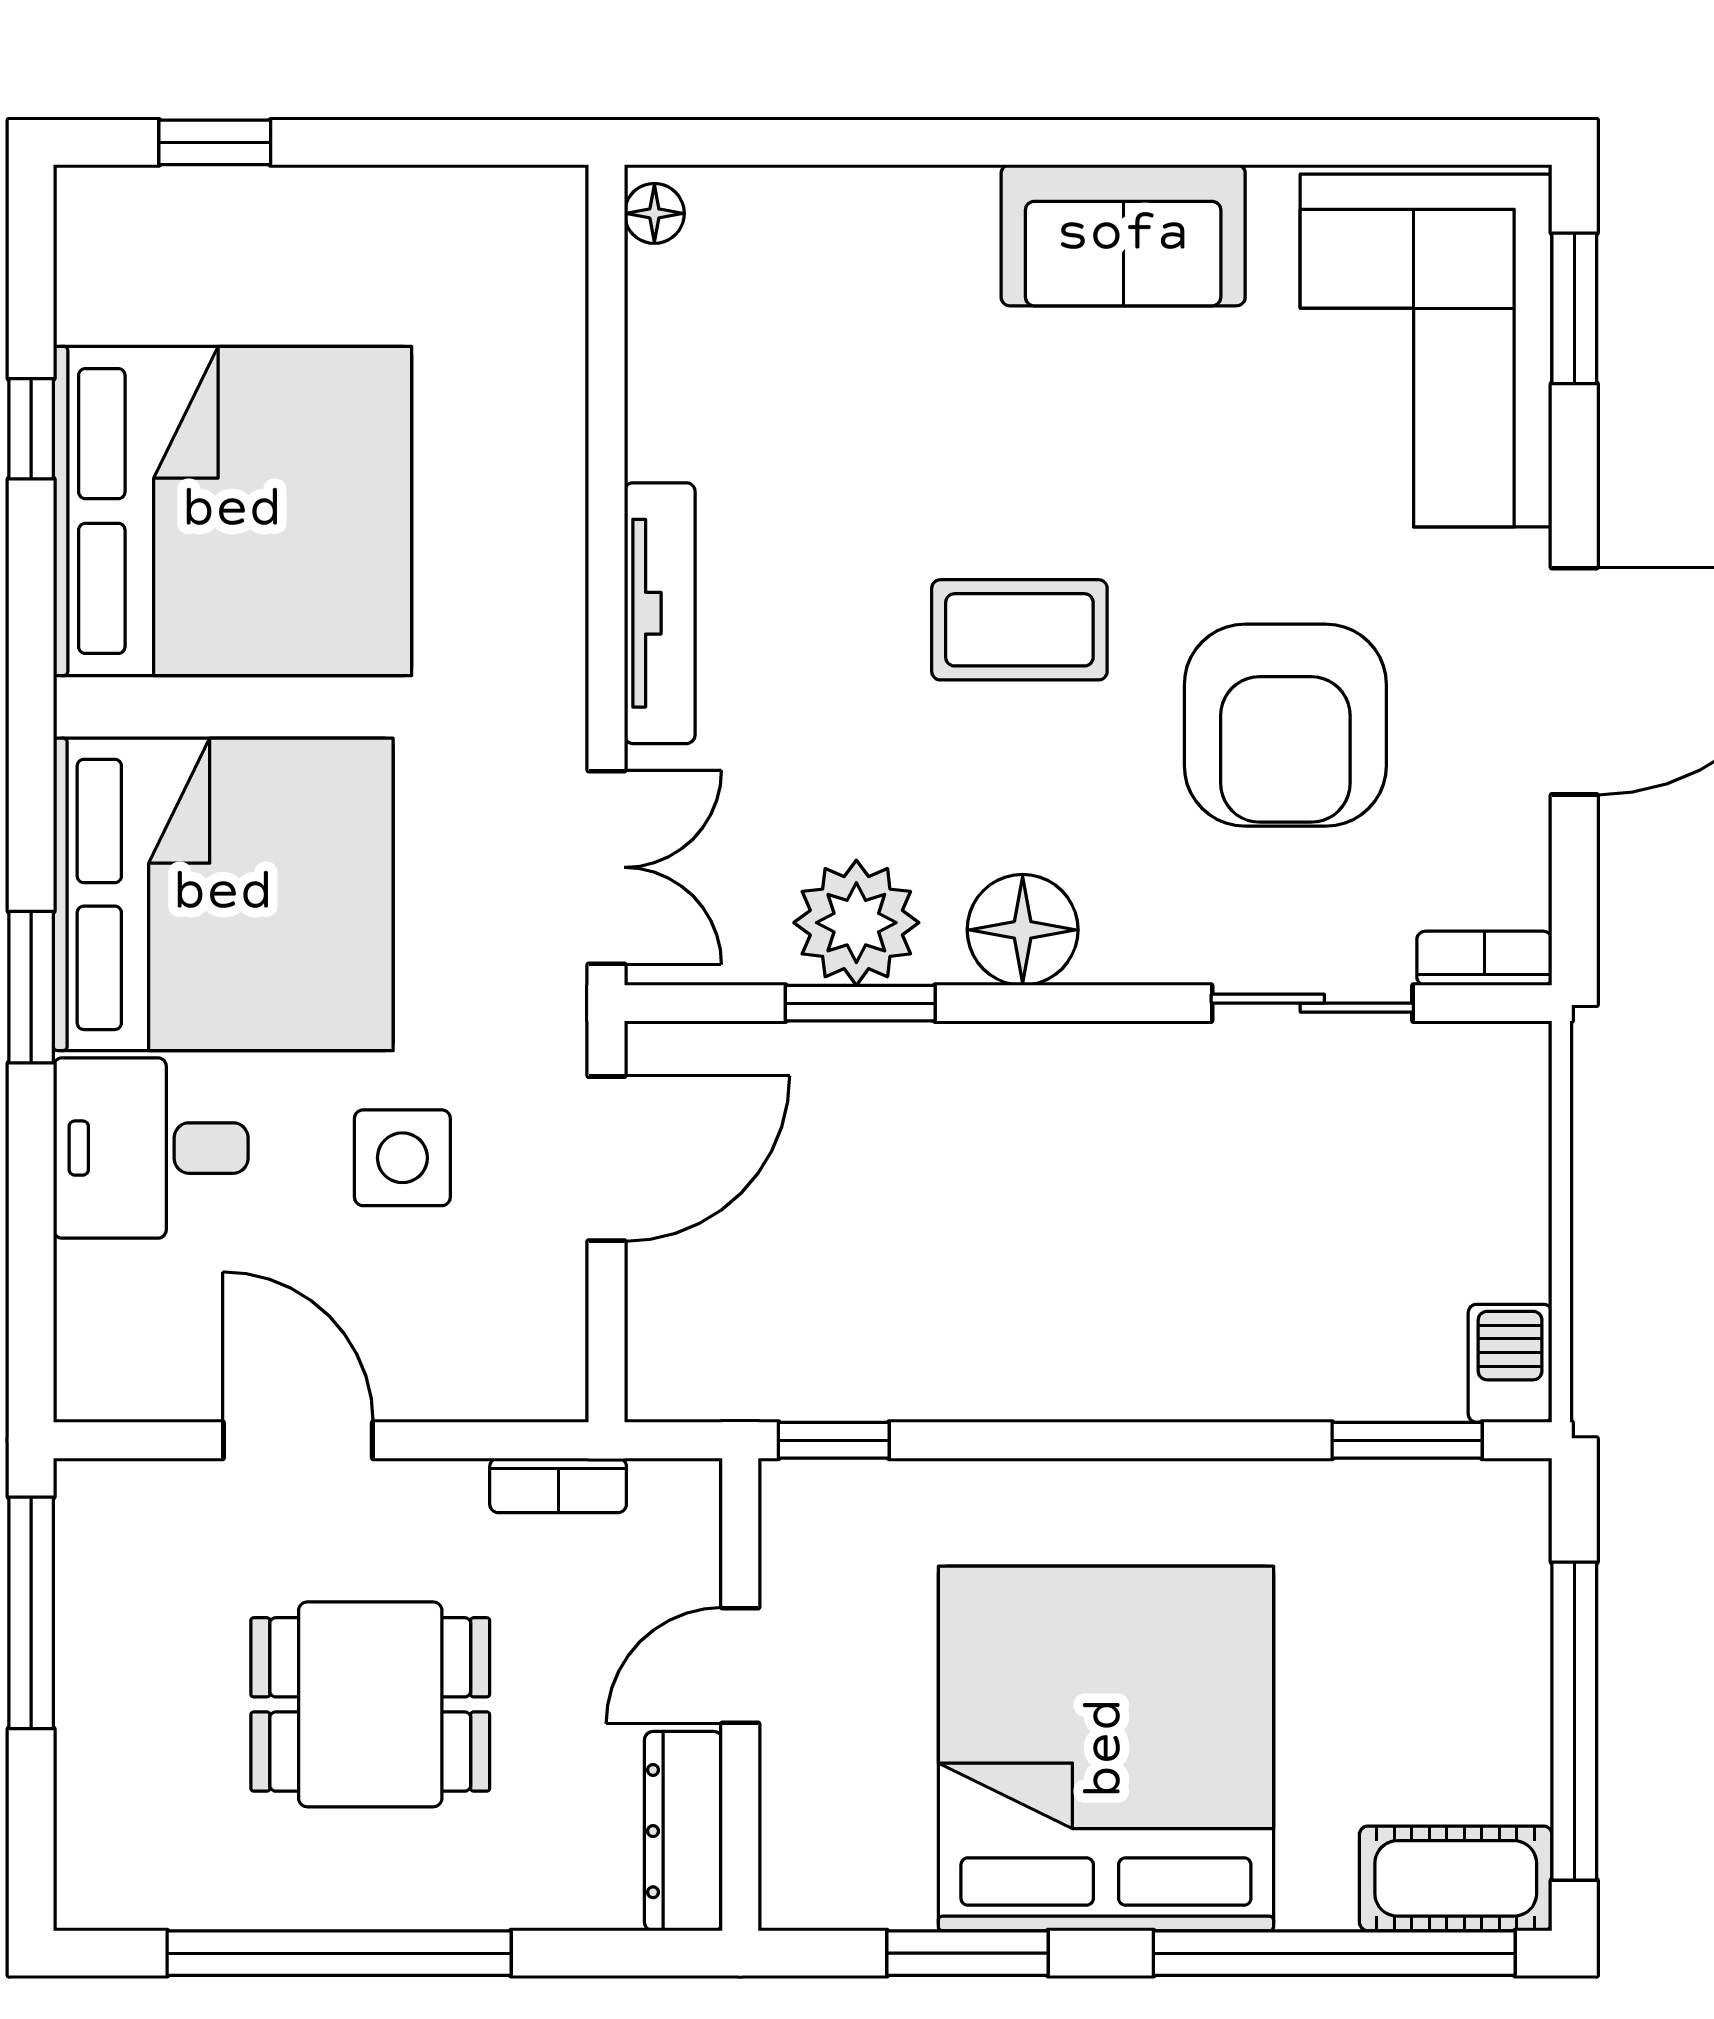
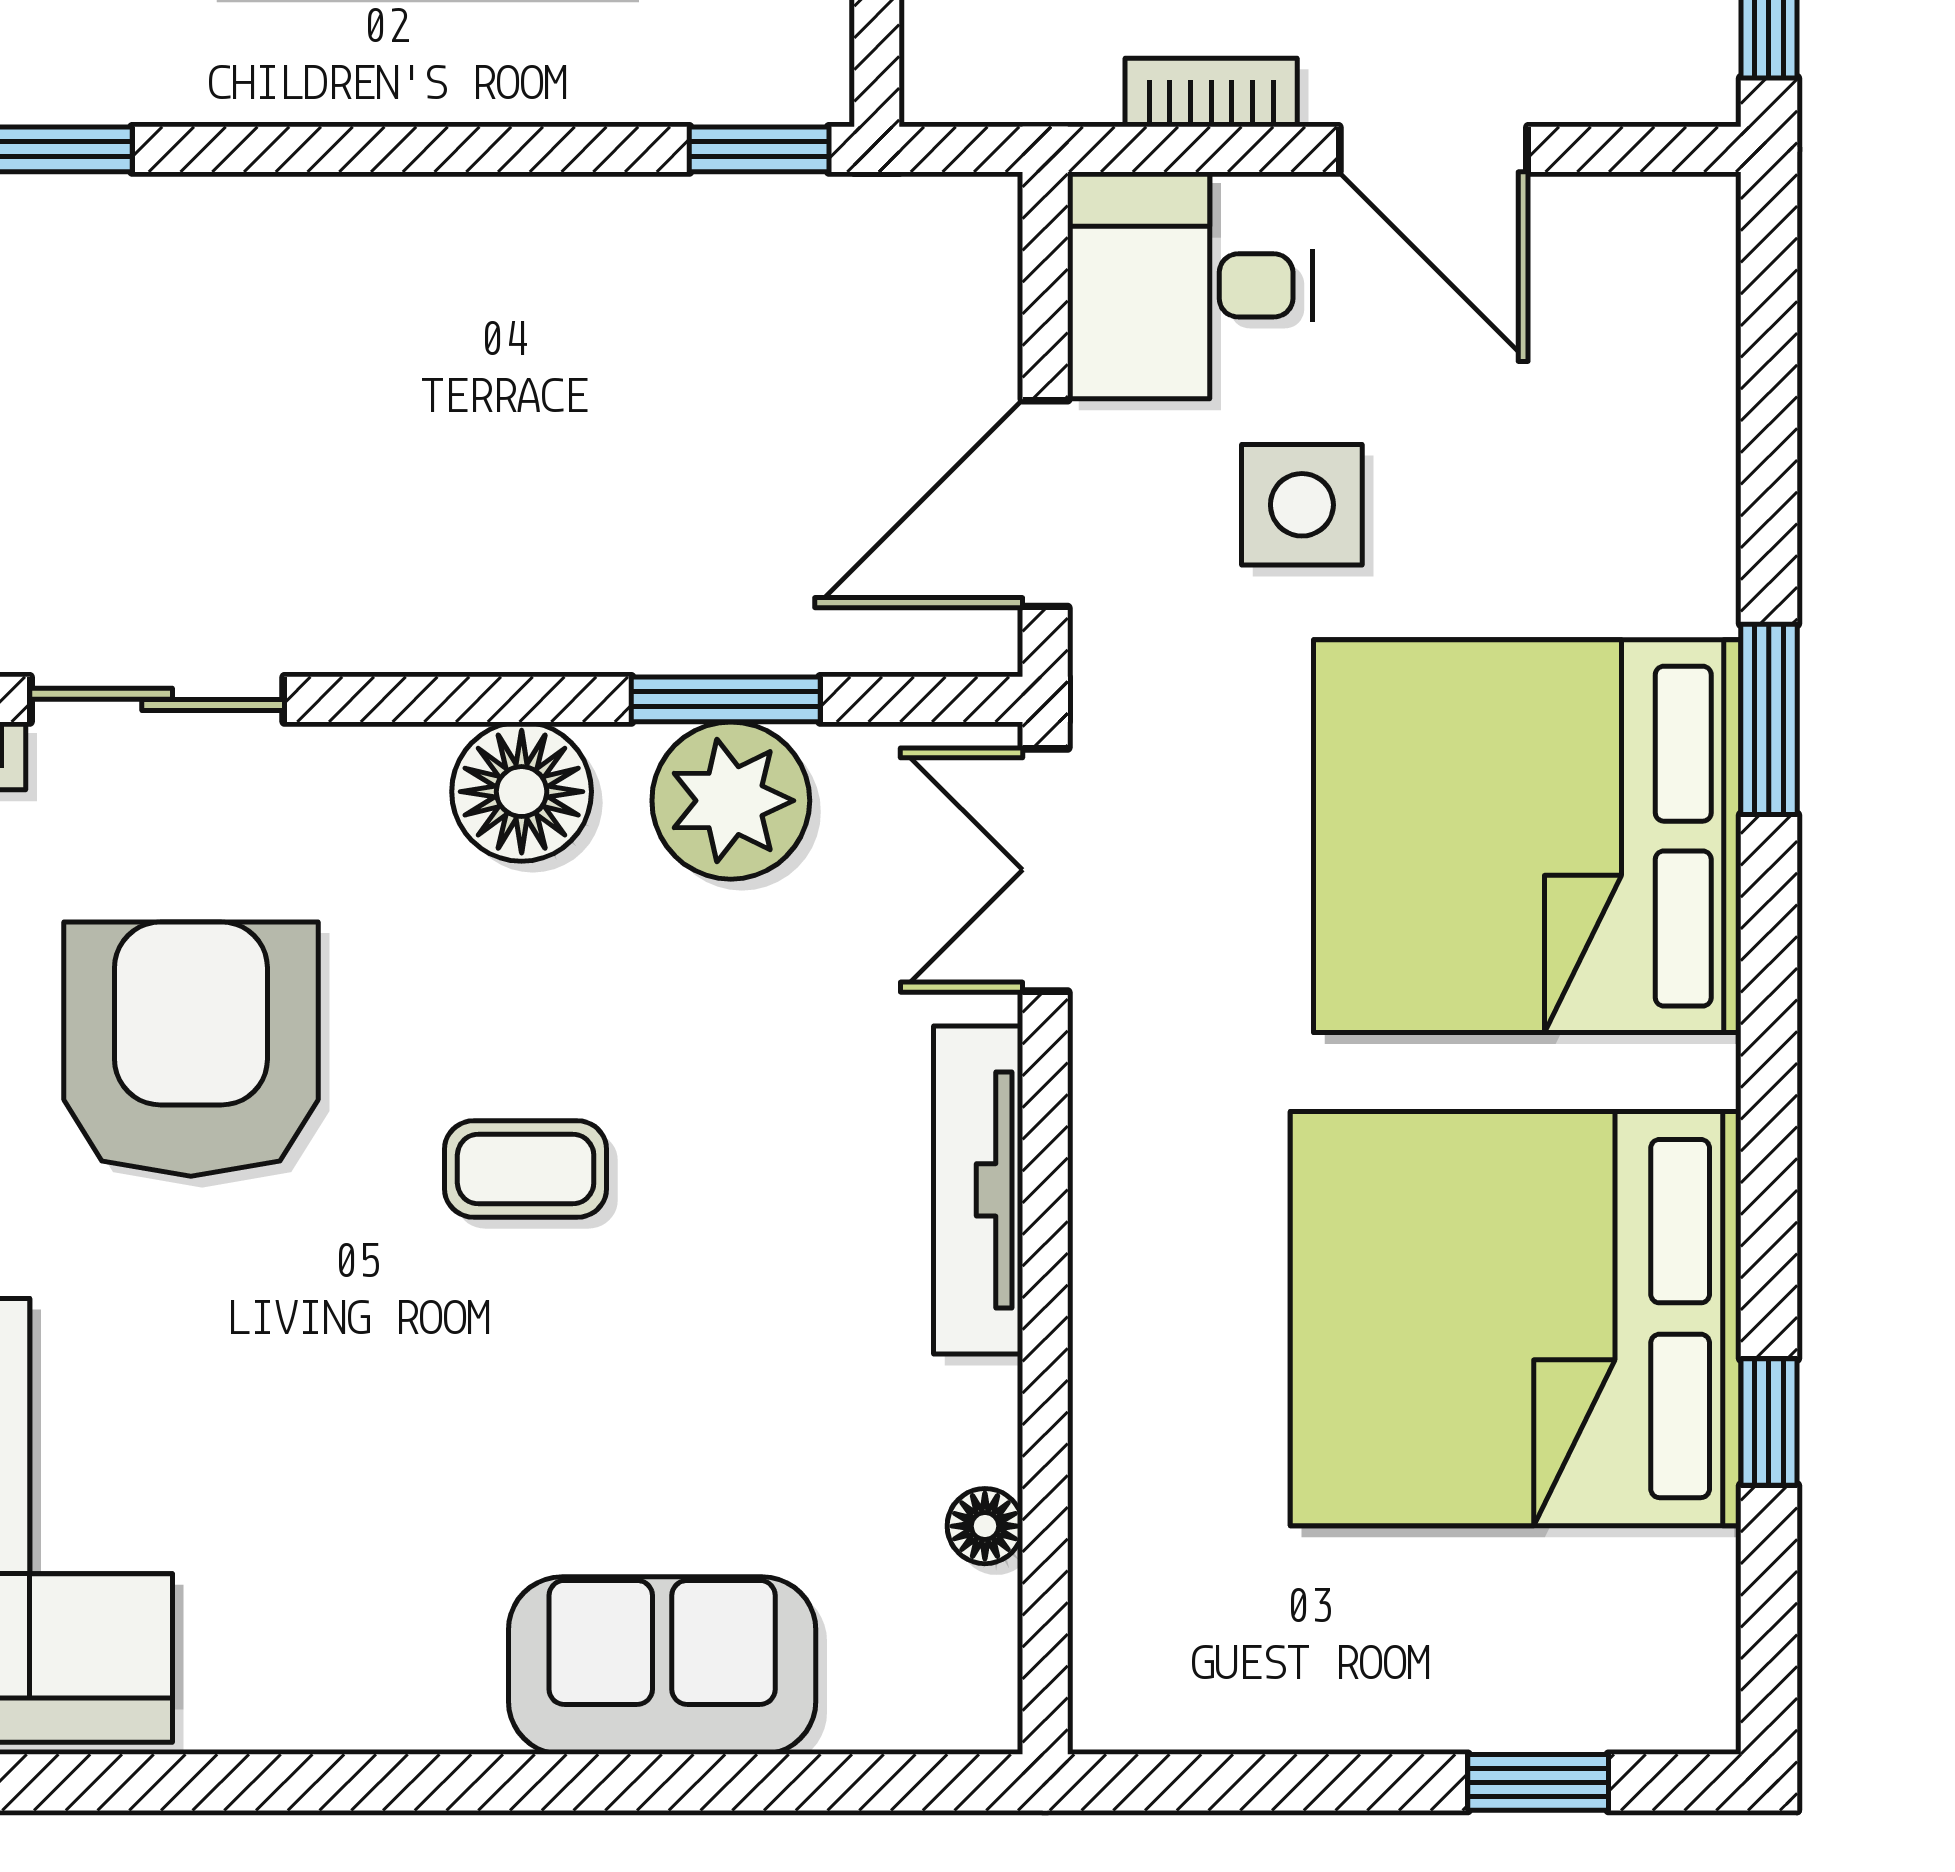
floor lamp: (654, 213) -> (985, 1526), moved
sofa: (1123, 235) -> (662, 1666), moved
coffee table: (1019, 630) -> (526, 1169), width x0.73, depth x0.77
desk: (151, 1148) -> (1190, 285), moved, turned 180
bookcase: (558, 1485) -> (1211, 93), moved

